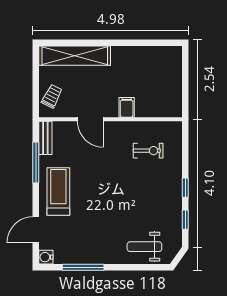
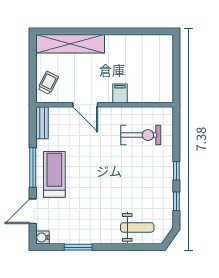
exercise bike: (148, 151) -> (141, 135), width x1.38, depth x1.39
window: (36, 163) -> (33, 168), moved
weight bench: (144, 247) -> (137, 227), turned 180
window: (83, 267) -> (78, 247), width x0.69

